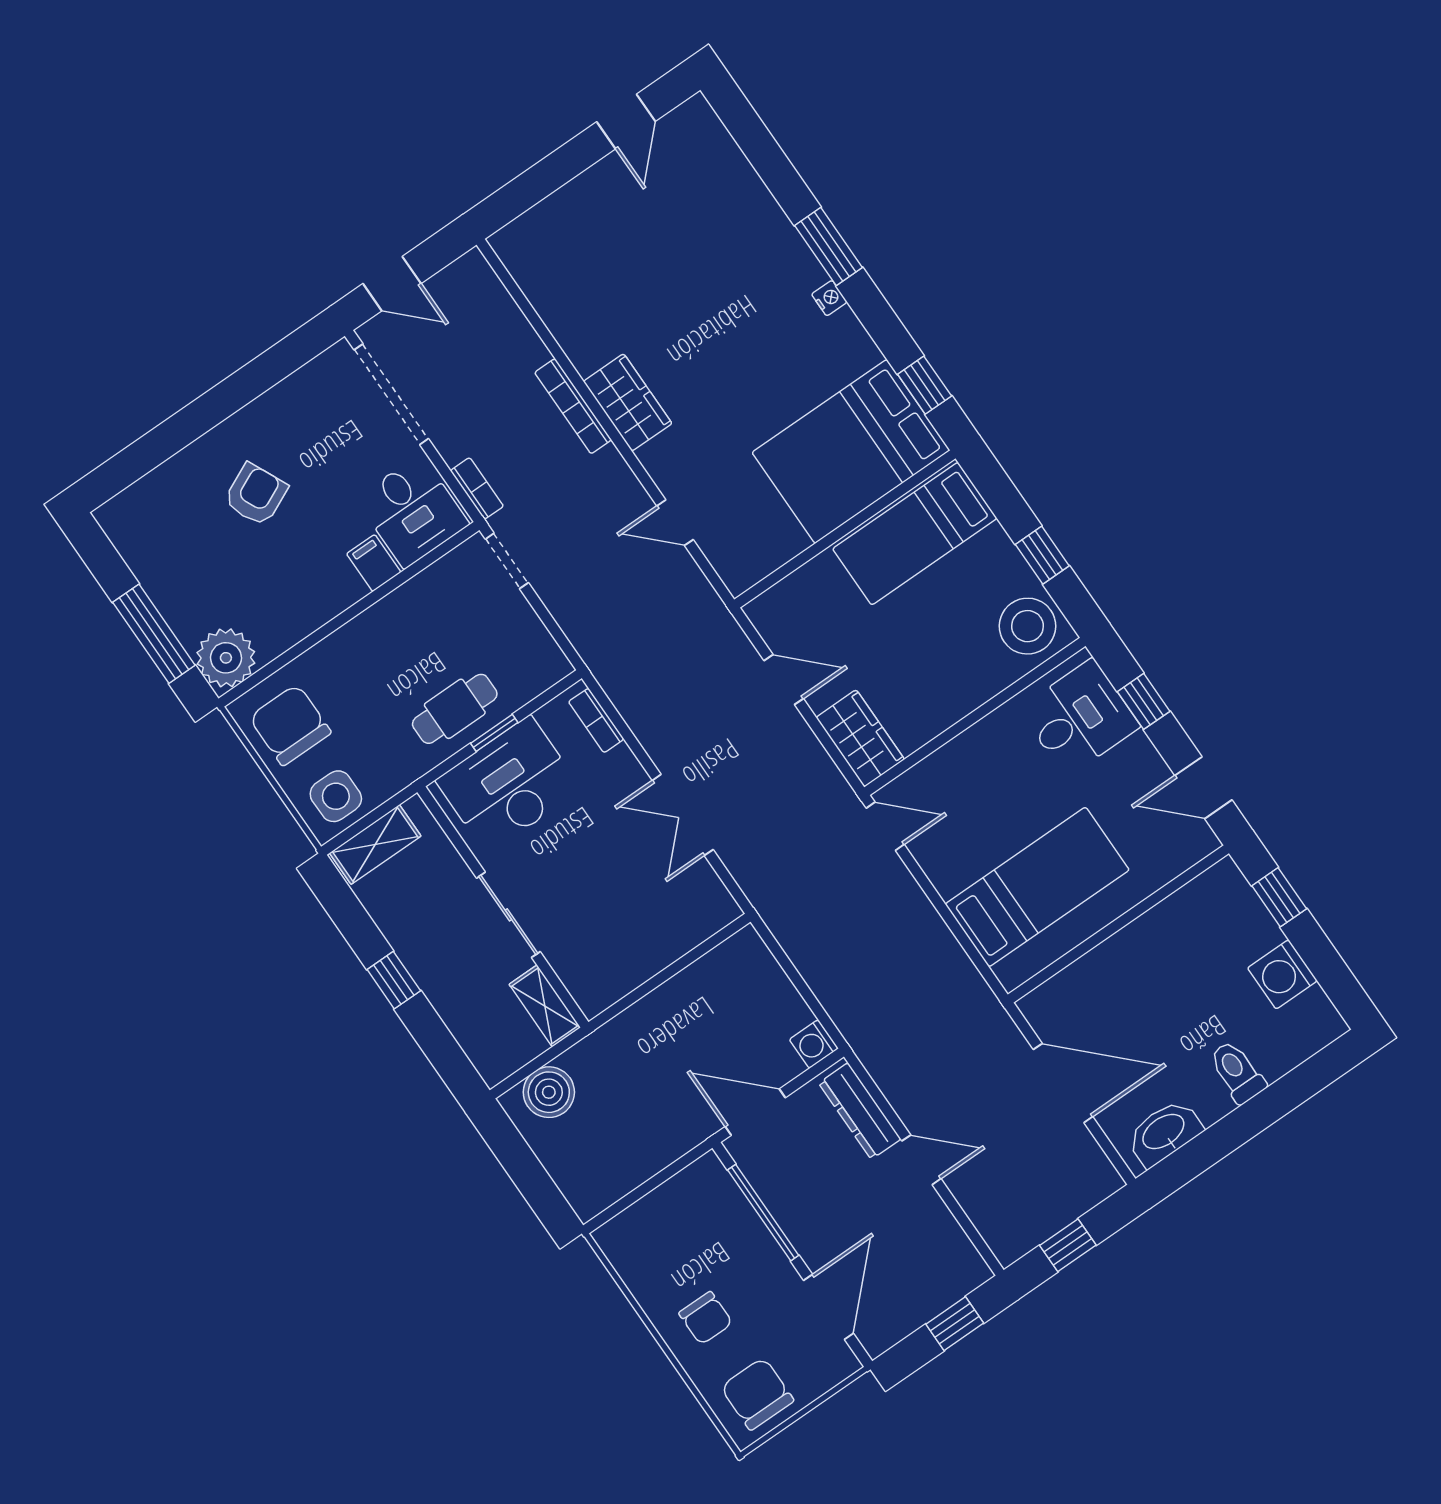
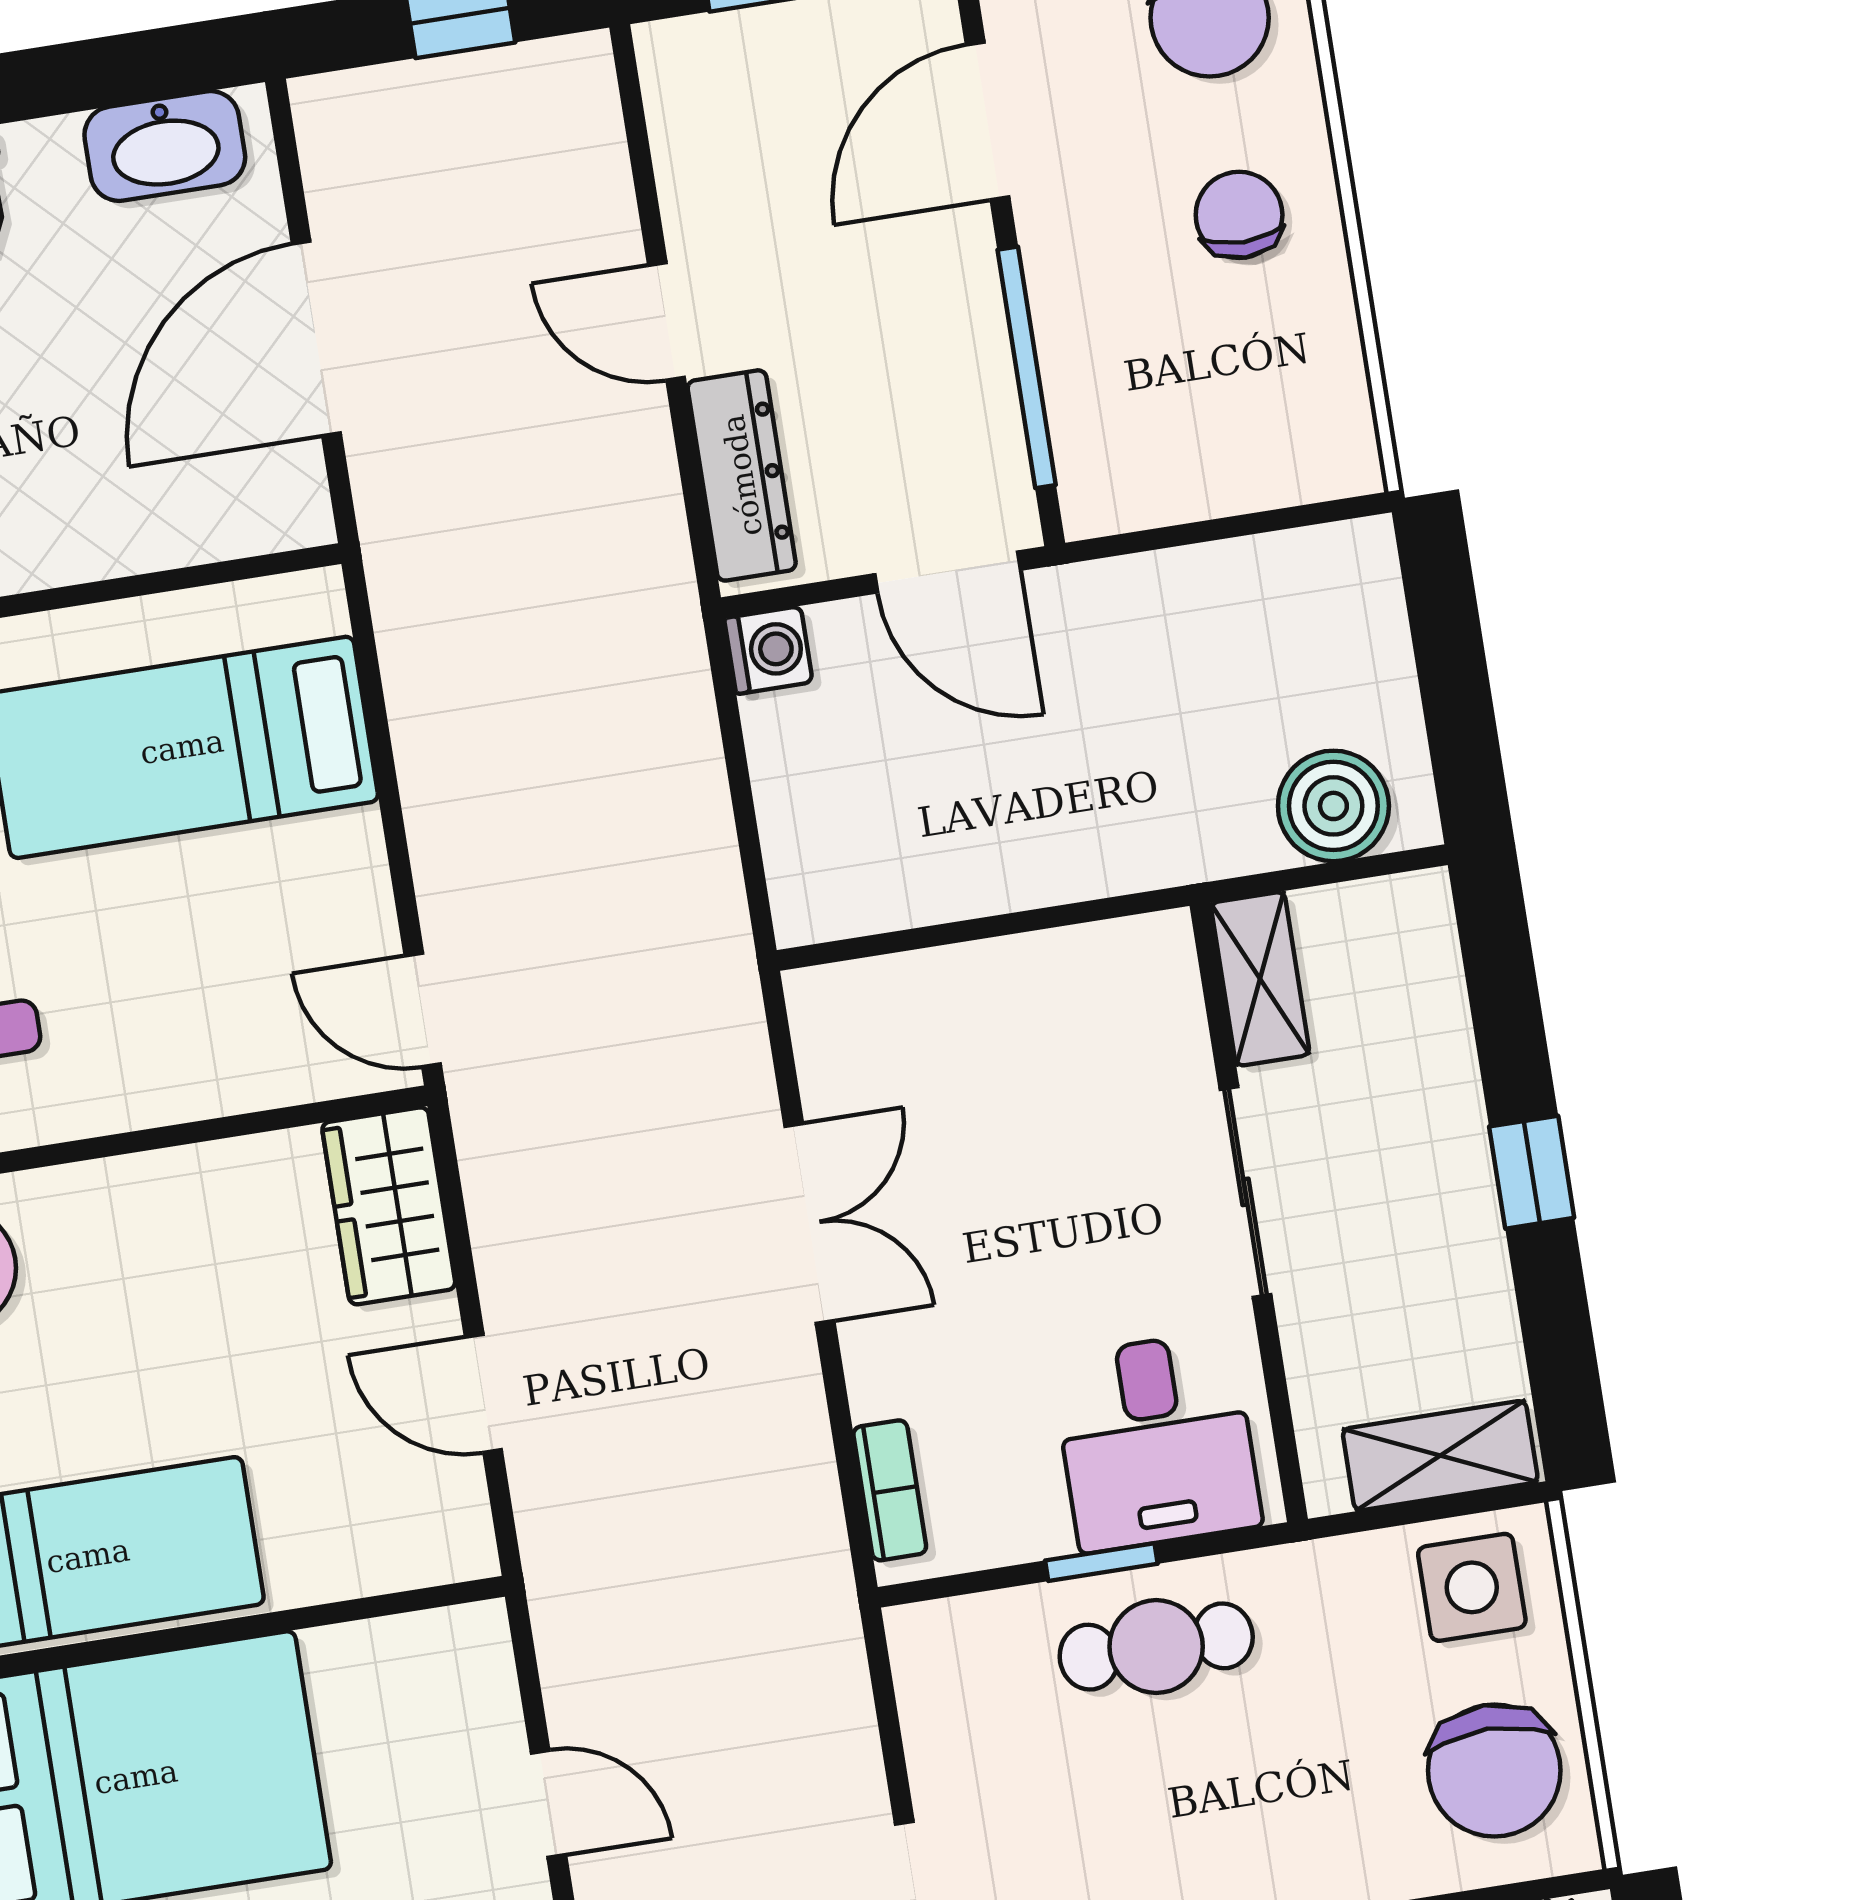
desk: (509, 785) -> (1156, 1441), width x0.73
door: (1063, 1083) -> (316, 339), hinge flipped

